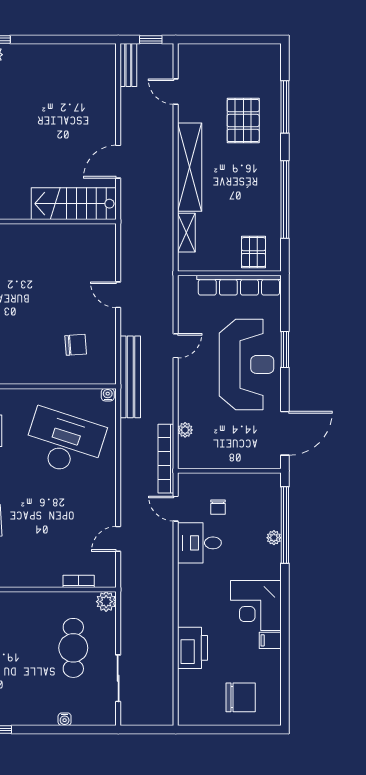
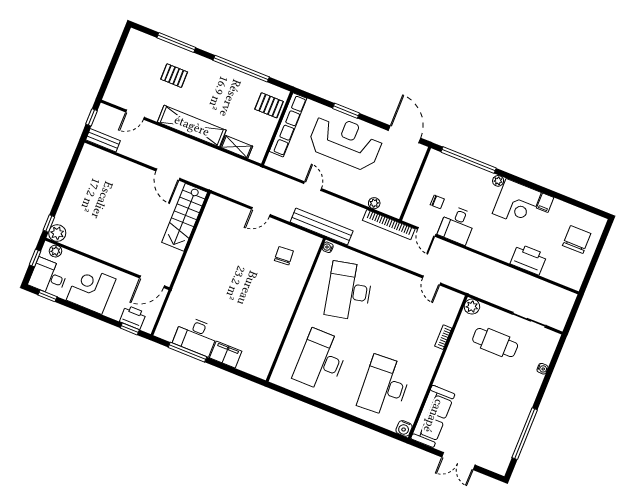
pallet: (243, 121) -> (174, 76), width x0.67, depth x0.71
desk: (64, 442) -> (349, 291), turned -30
door: (176, 509) -> (427, 232), hinge flipped
plant: (274, 538) -> (498, 181), moved
bookcase: (79, 581) -> (443, 337), moved

